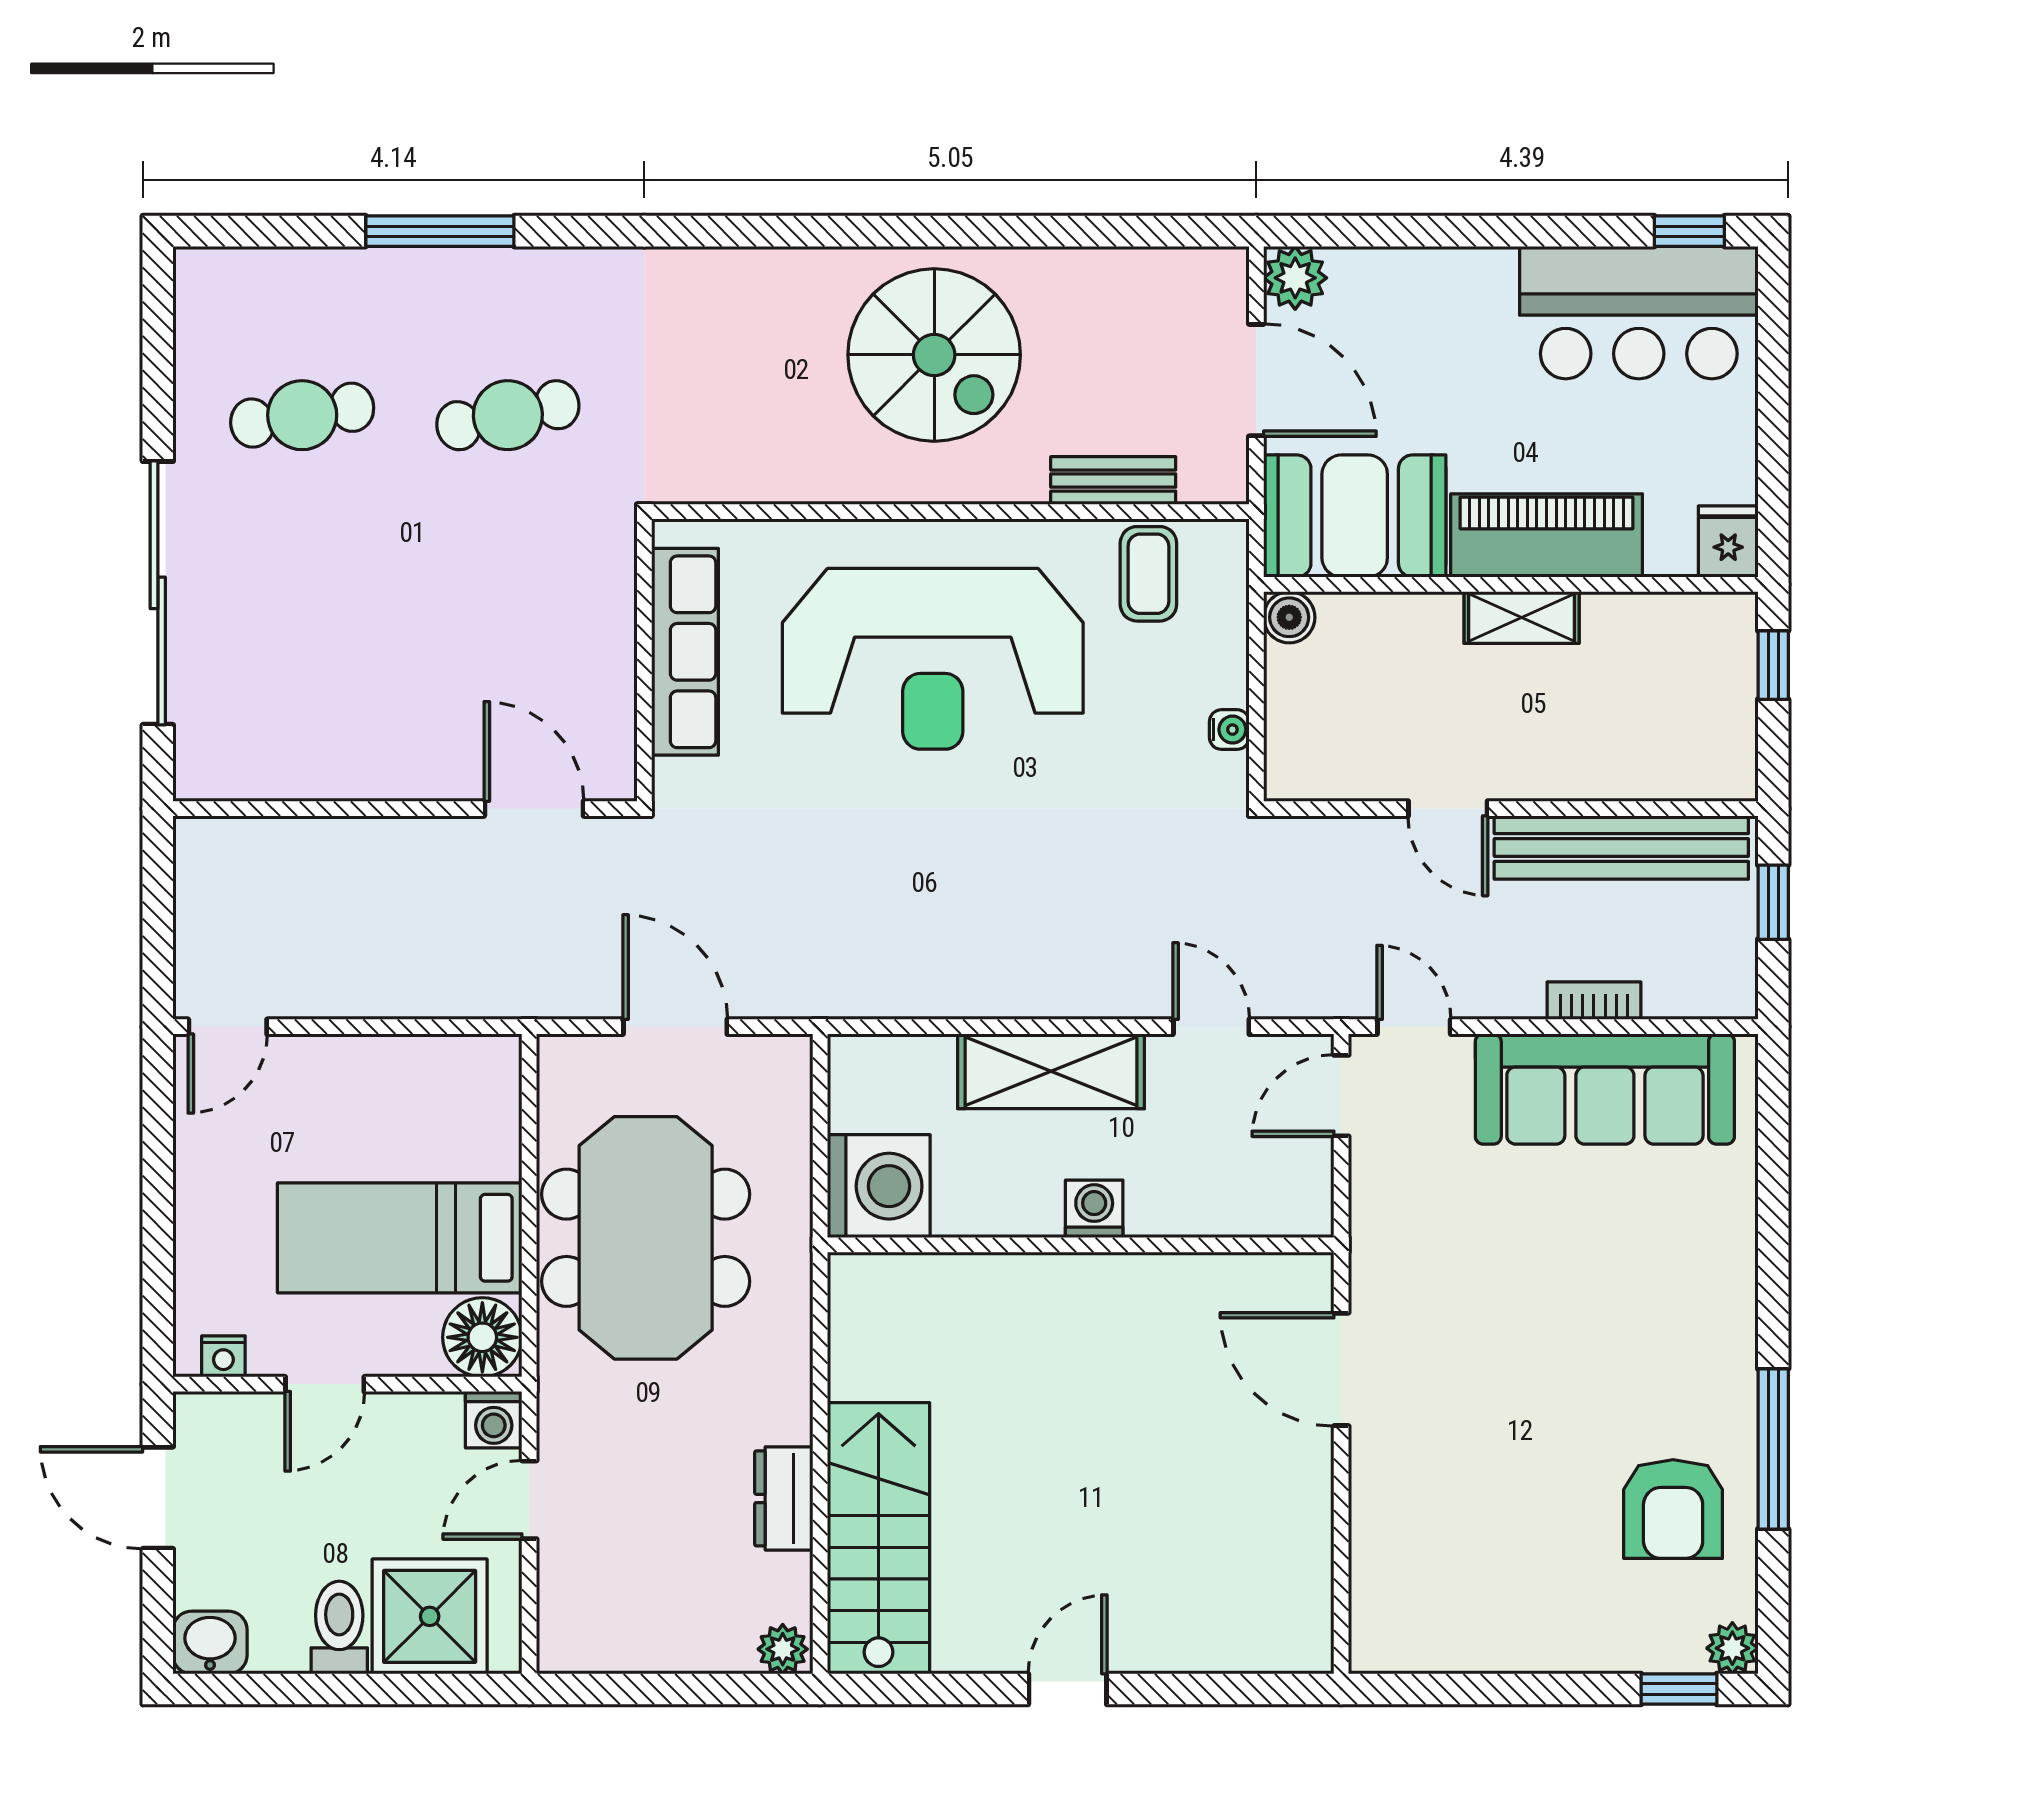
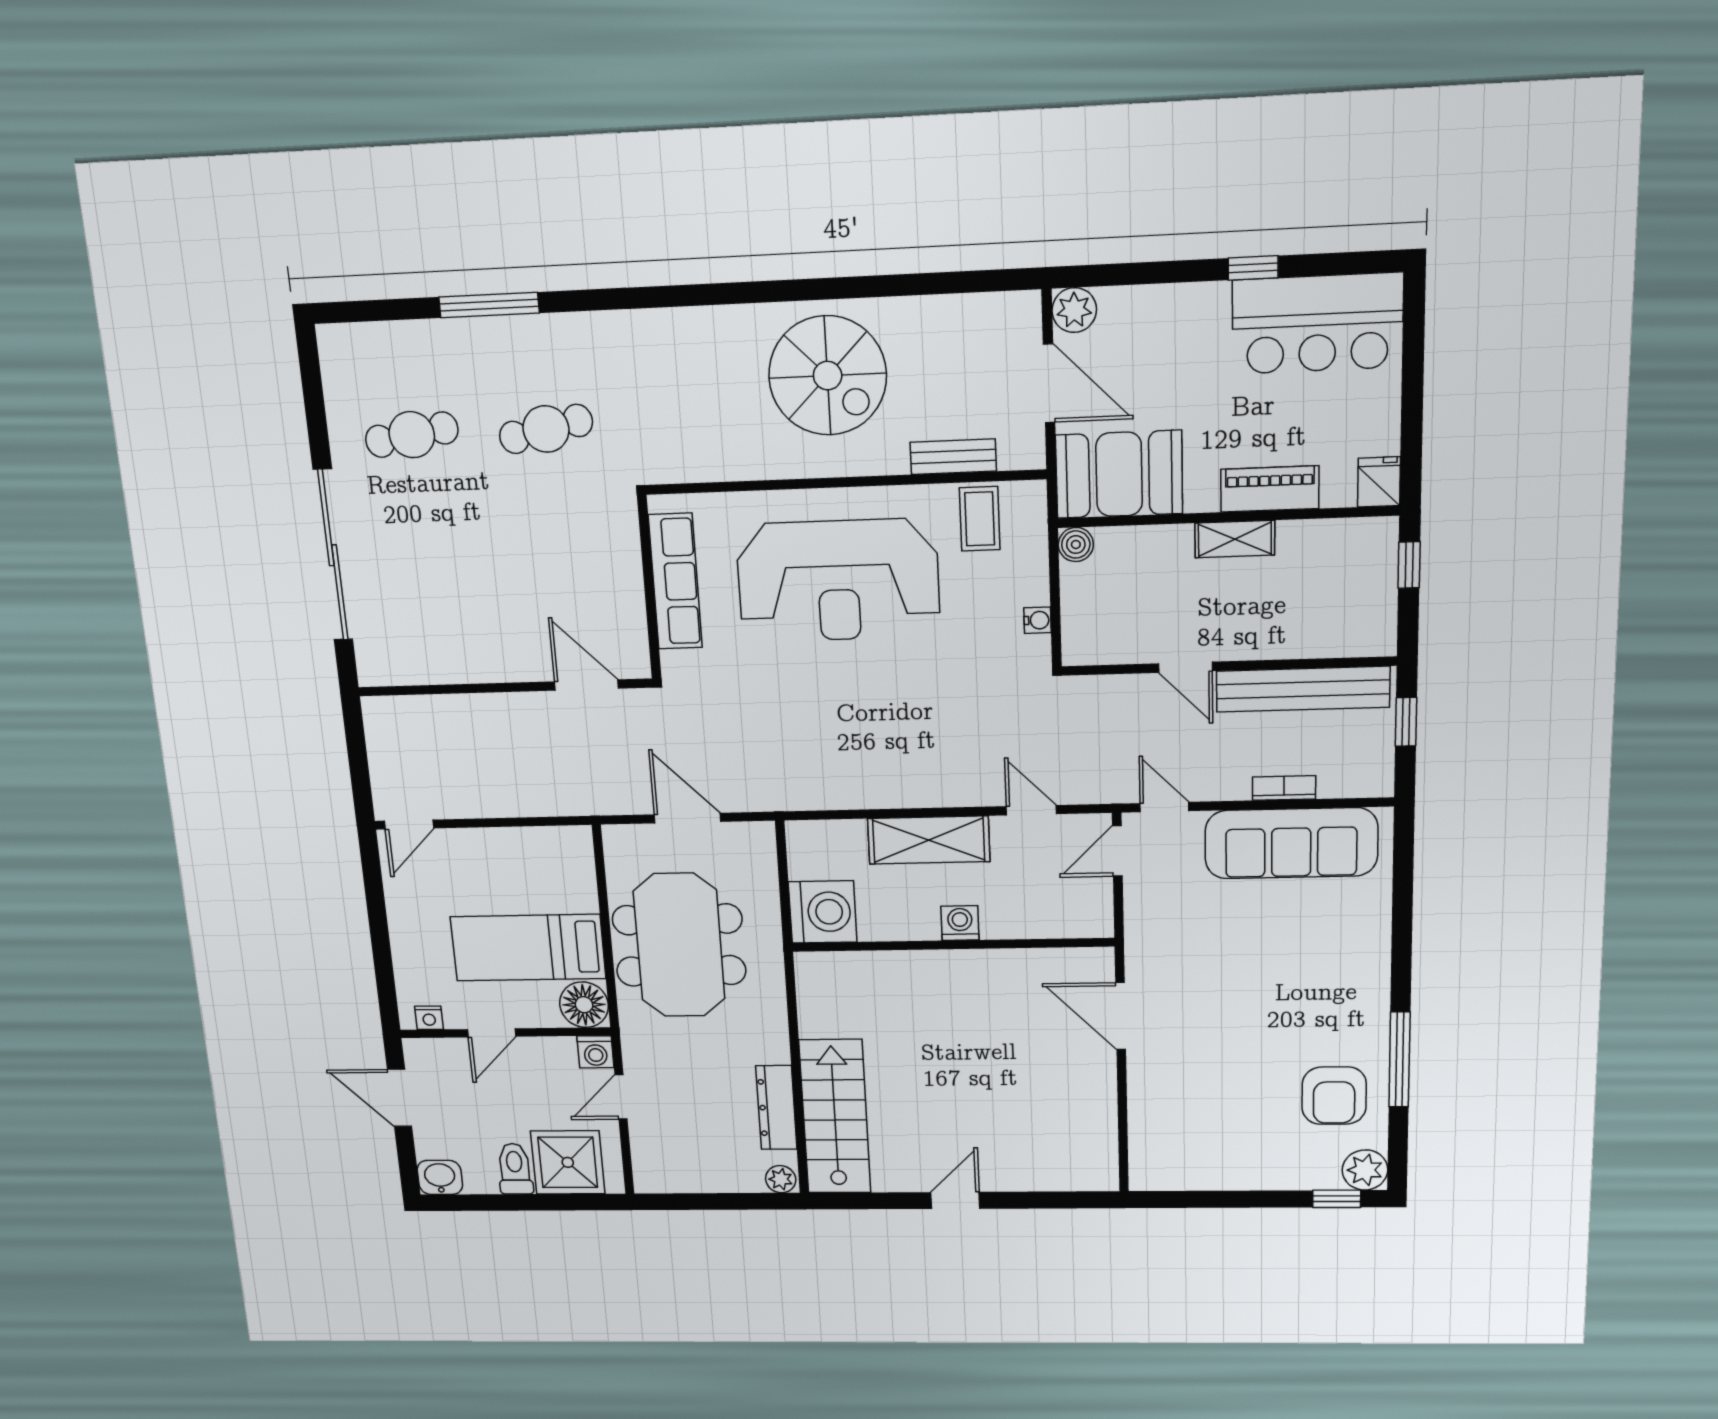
window: (1689, 231) -> (1253, 268), moved
piano: (1547, 535) -> (1270, 489), width x0.73, depth x0.75
dresser: (784, 1498) -> (776, 1108), width x1.44
plant: (1732, 1648) -> (1365, 1170), width x1.38, depth x1.38

